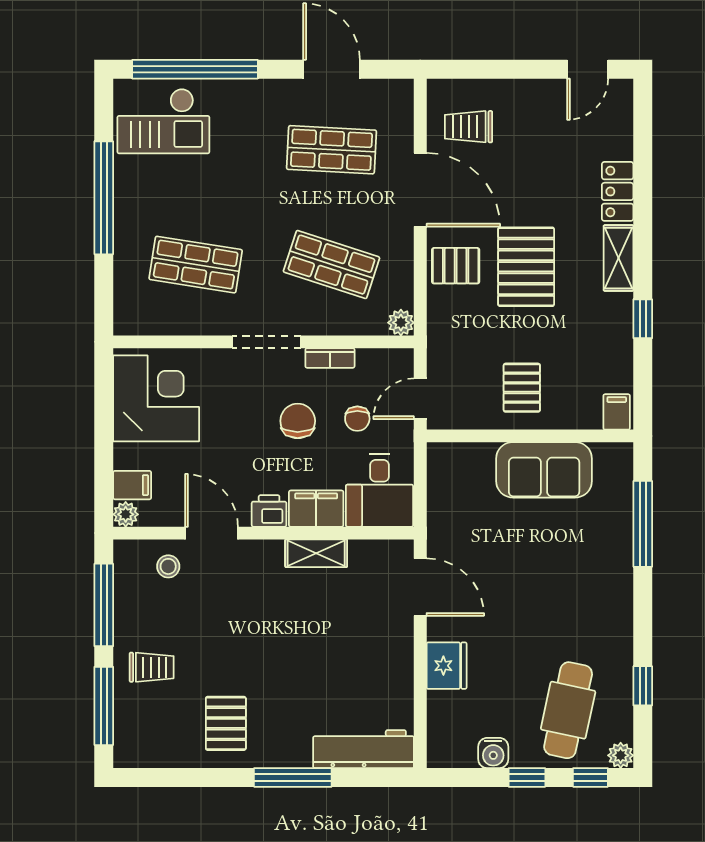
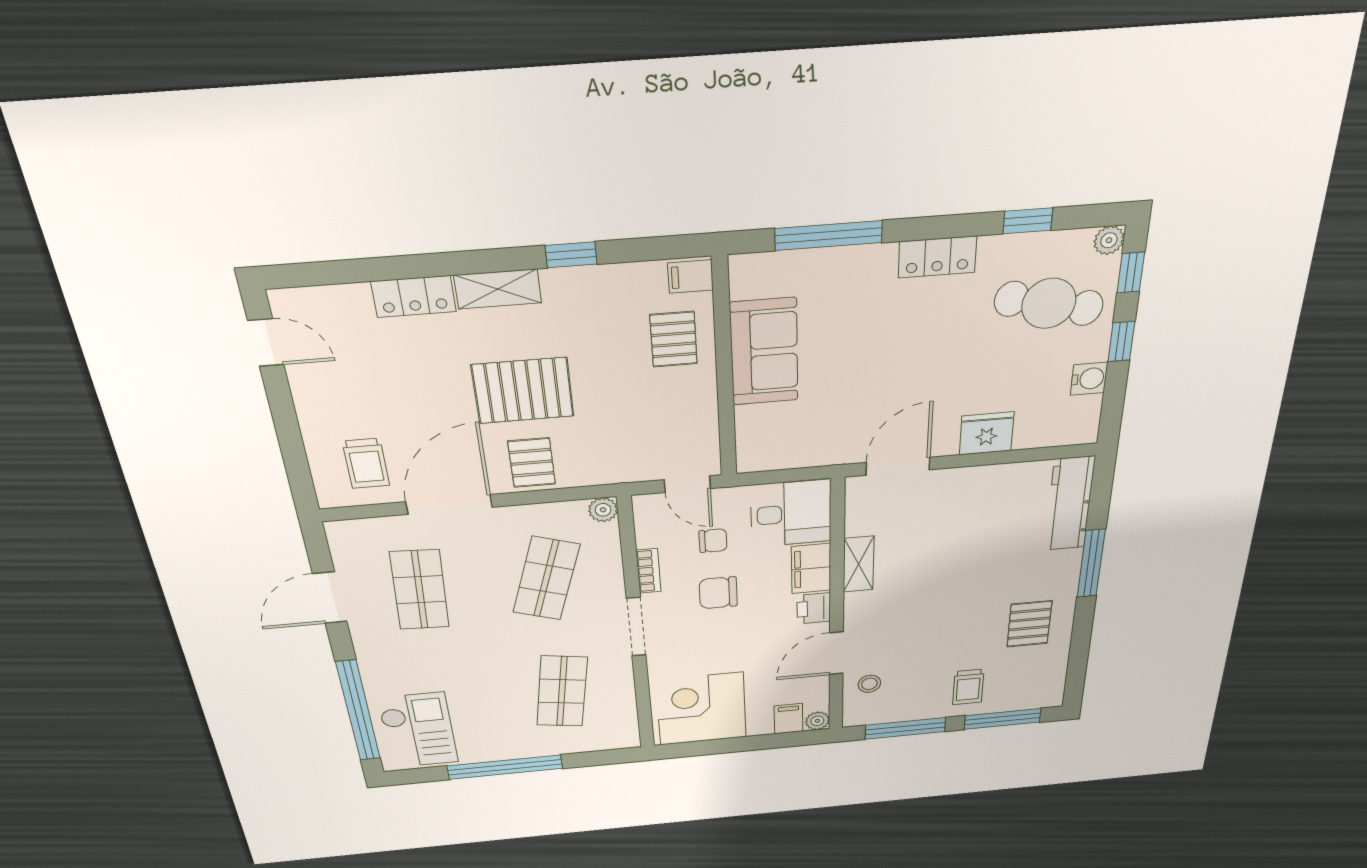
pallet: (522, 388) -> (674, 339), moved, turned 90
locker: (617, 613) -> (937, 257), added
trolley: (152, 667) -> (968, 687), turned 180
pallet: (226, 723) -> (1029, 624), turned 90

